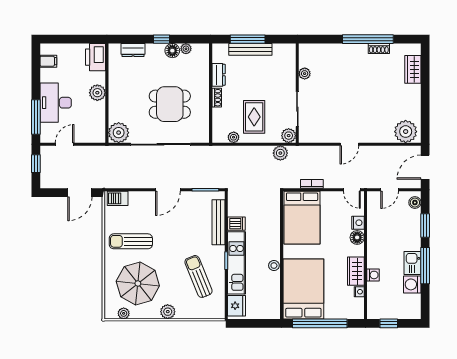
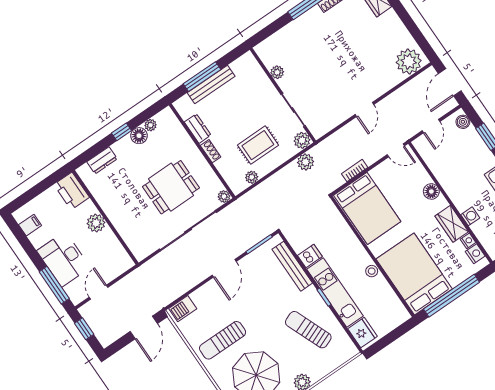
rug: (254, 117) -> (258, 145), turned 90
plant: (119, 133) -> (224, 196), moved, width x0.53, depth x0.53
nightstand: (358, 223) -> (475, 254), moved

